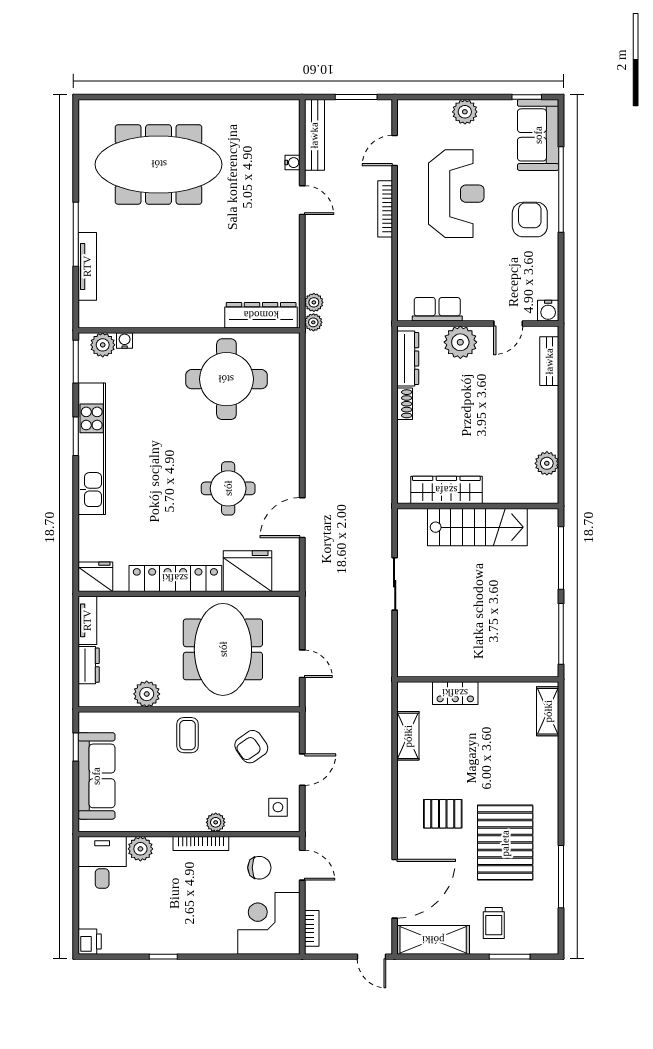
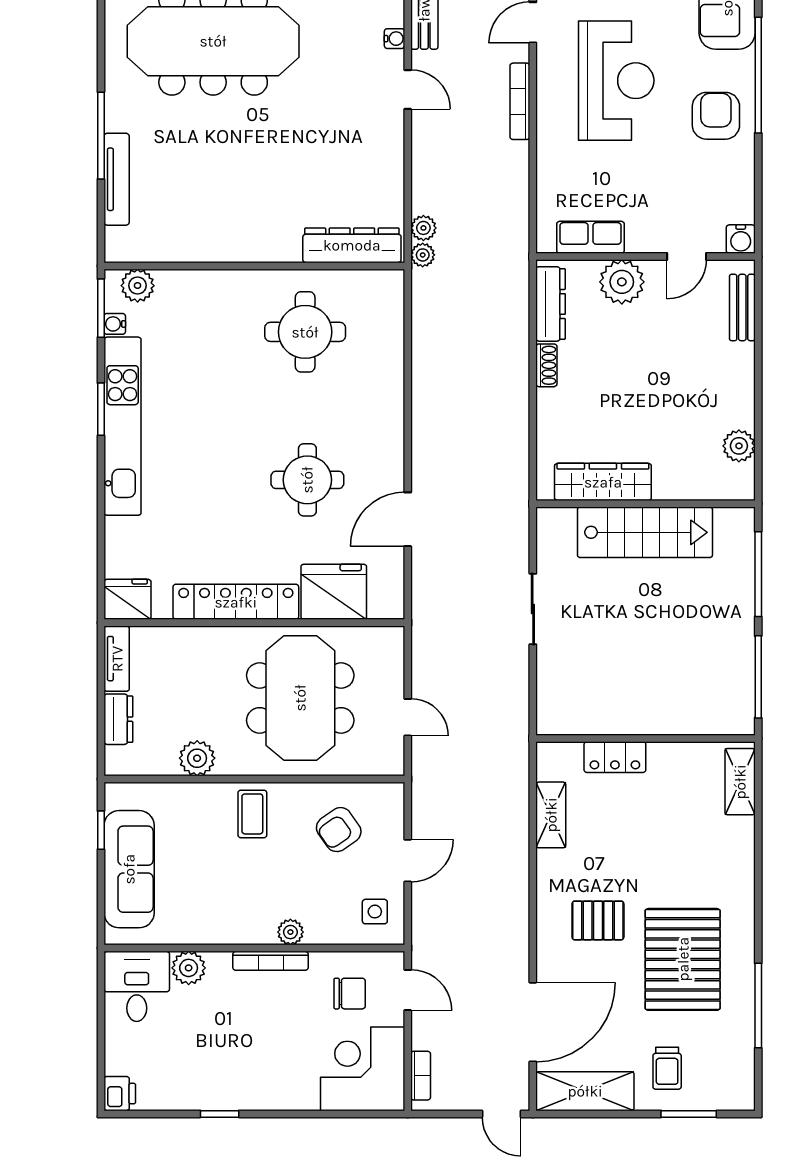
water cooler: (125, 341) -> (115, 324), moved, turned -90
round table: (226, 379) -> (305, 332), width x0.73, depth x0.73

